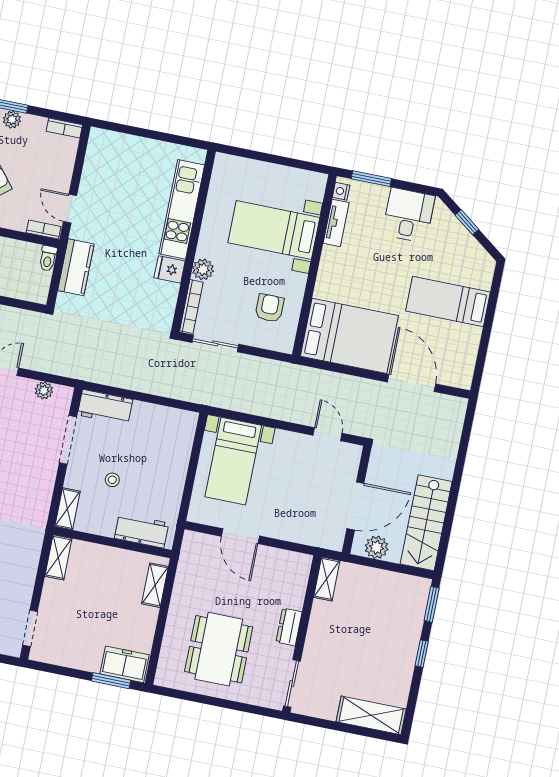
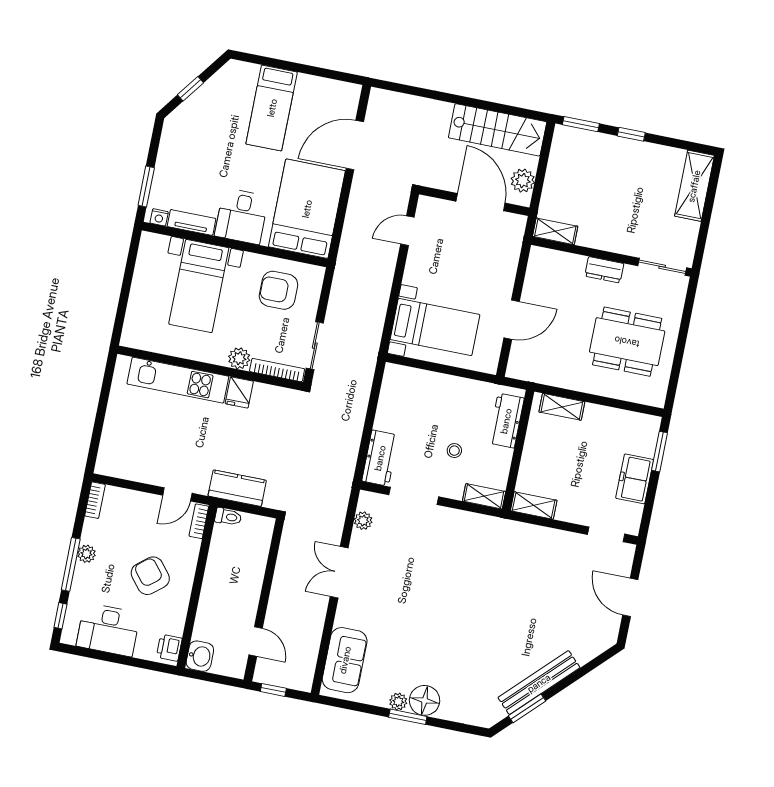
desk: (409, 215) -> (242, 216), moved, turned -90
armchair: (270, 308) -> (278, 290), width x1.38, depth x1.38
freezer: (125, 664) -> (635, 479), moved

